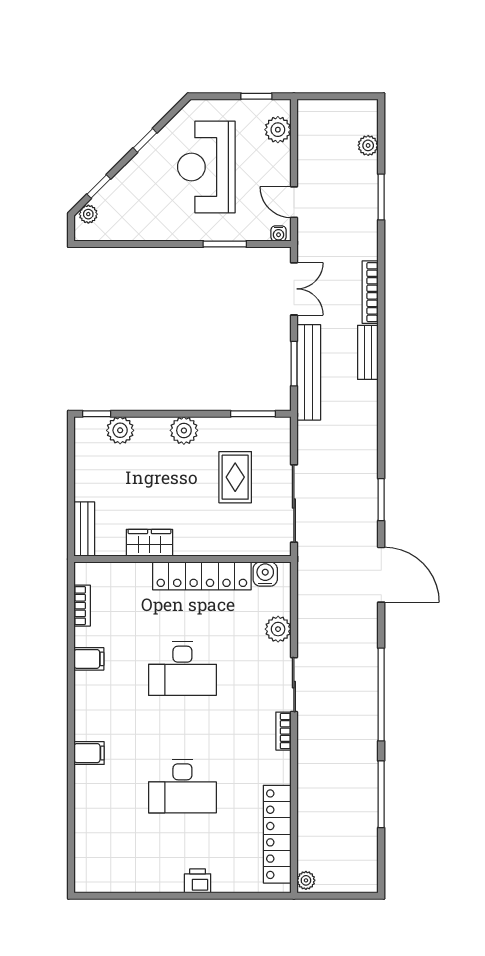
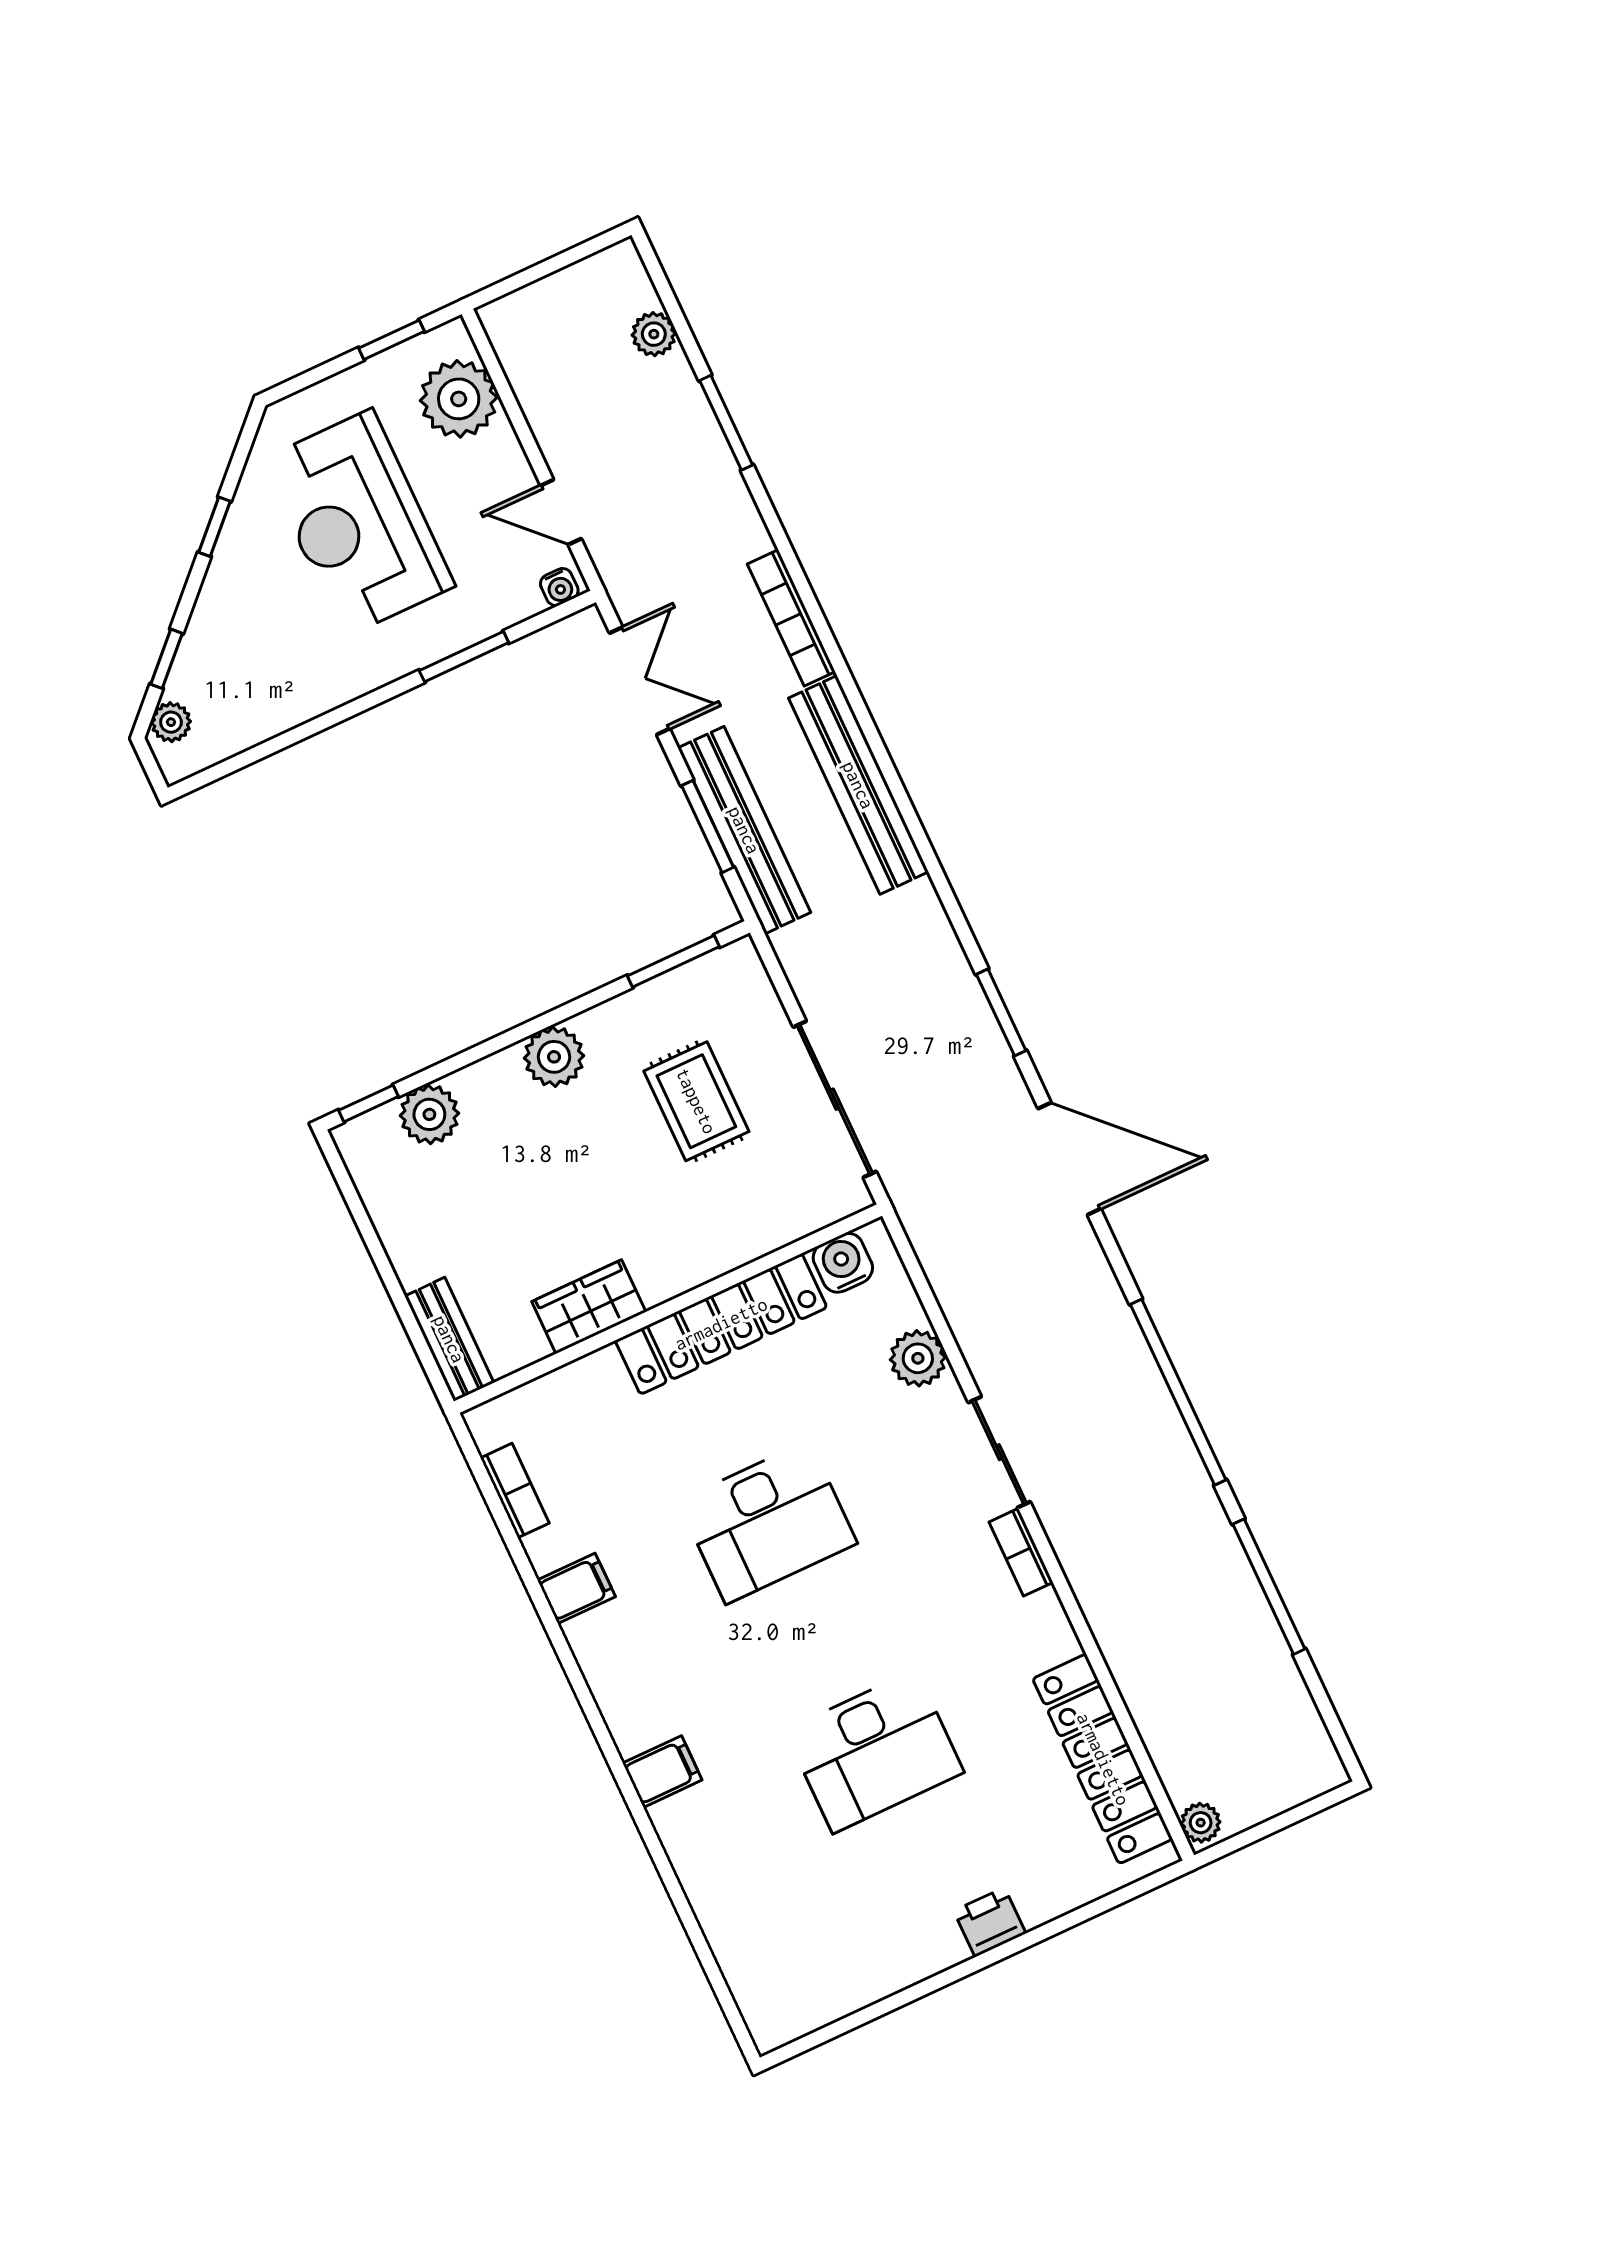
plant: (278, 130) -> (459, 399), width x1.36, depth x1.36
bench: (368, 352) -> (858, 785), width x1.86, depth x1.21

